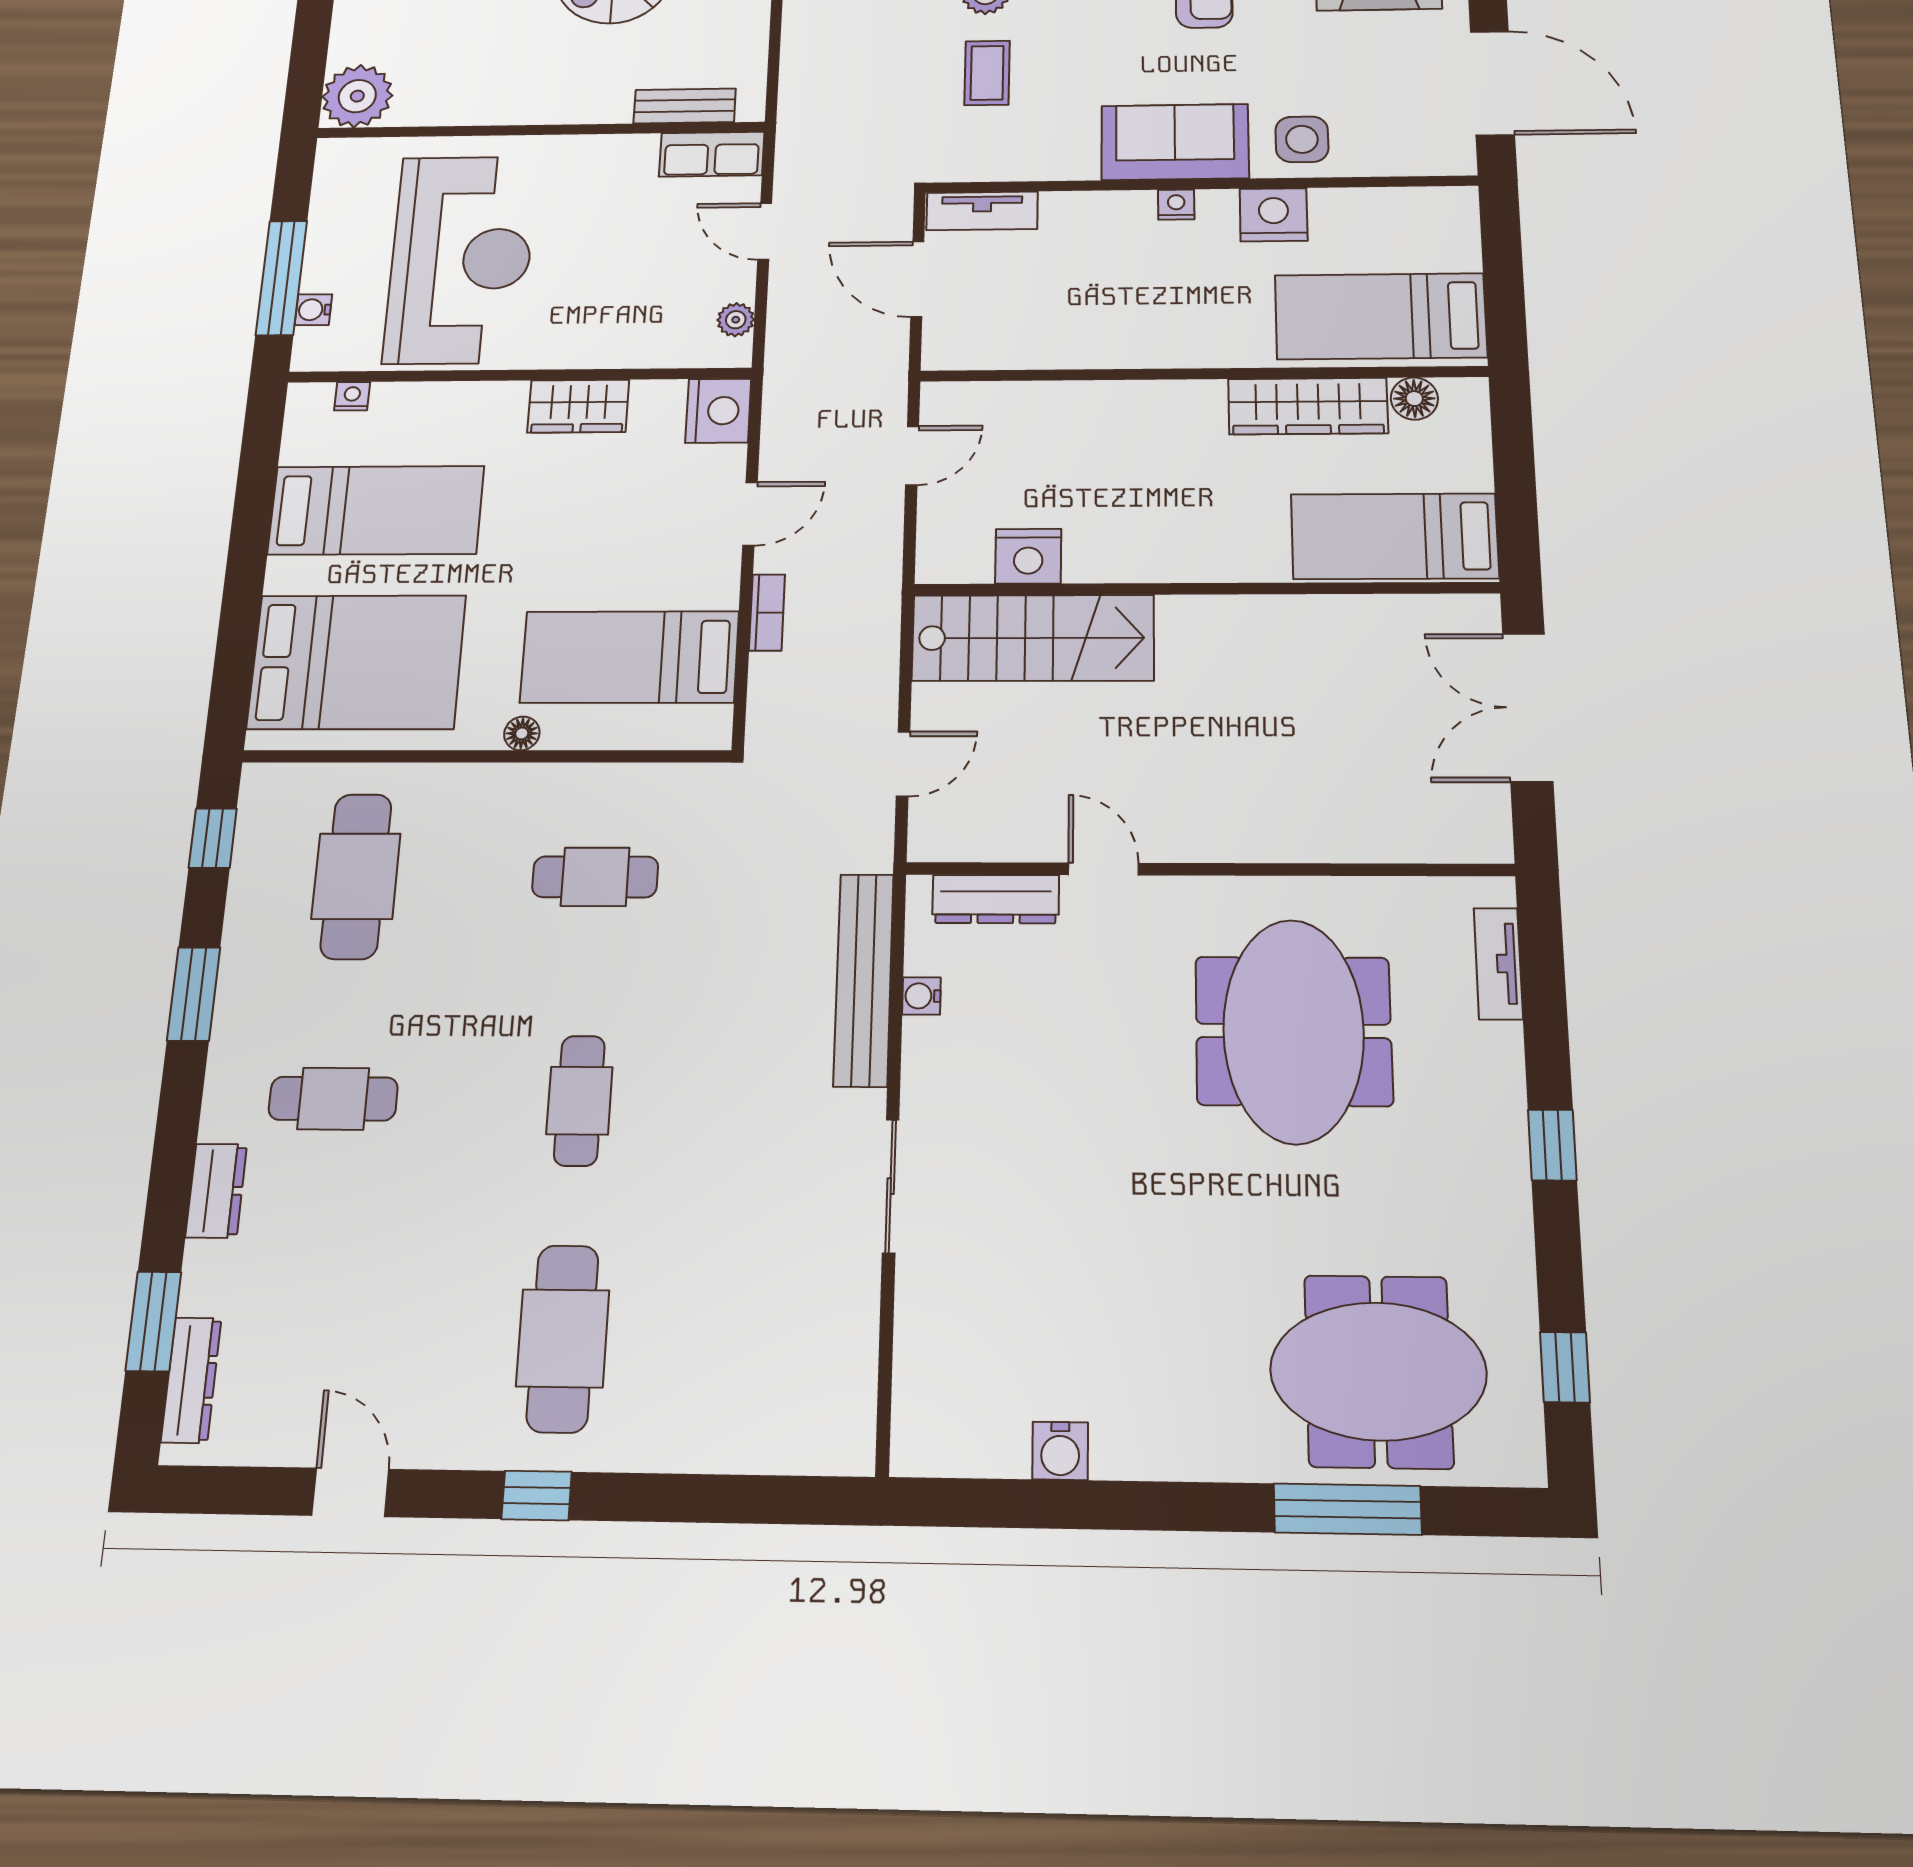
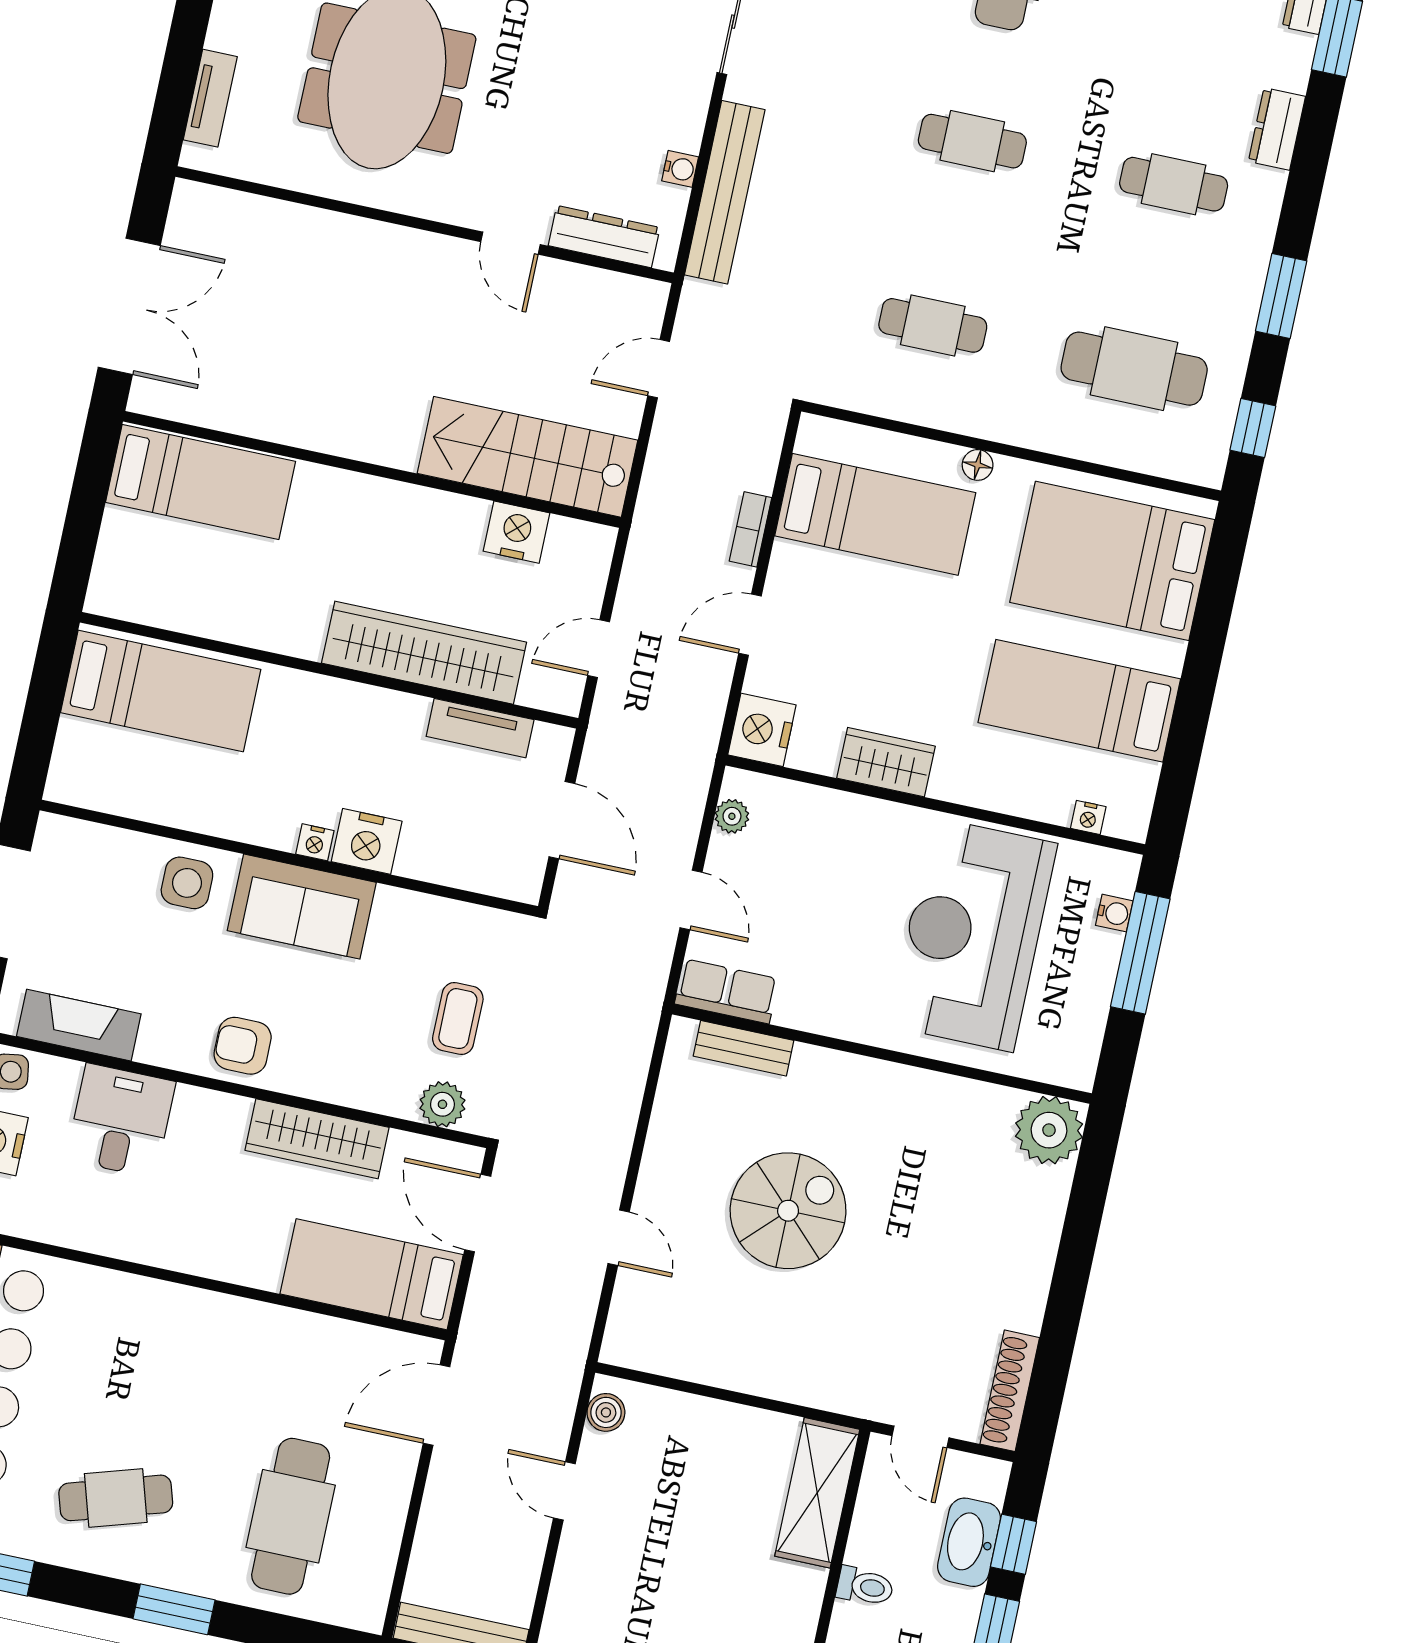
tv unit: (982, 211) -> (480, 728), moved, turned 180
nightstand: (1274, 215) -> (367, 841), moved
floor lamp: (1414, 399) -> (151, 606), removed
wardrobe: (1308, 406) -> (424, 653), moved, width x1.40, depth x1.17
cafe table: (356, 876) -> (1134, 369), turned 90
cafe table: (579, 1101) -> (972, 141), turned 90

